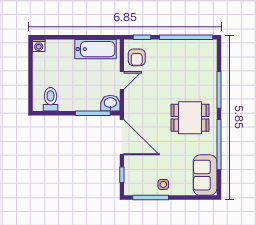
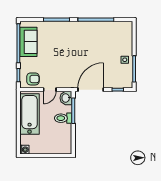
bathtub: (96, 49) -> (30, 114), width x1.36, depth x1.36
door: (122, 81) -> (50, 90), swing flipped
toilet: (50, 99) -> (63, 118), moved
dining table: (190, 118) -> (77, 40), removed
sofa: (205, 175) -> (28, 42), moved, turned -90

